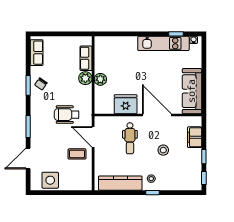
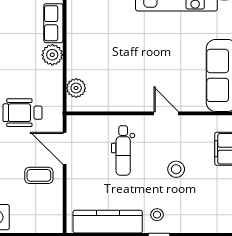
plant: (100, 79) -> (76, 88), moved
fridge: (126, 104) -> (116, 96), removed
door: (157, 115) -> (166, 113), width x0.53

